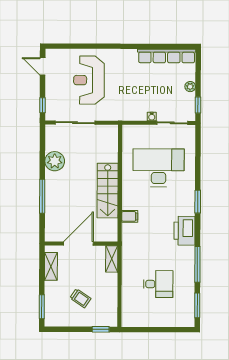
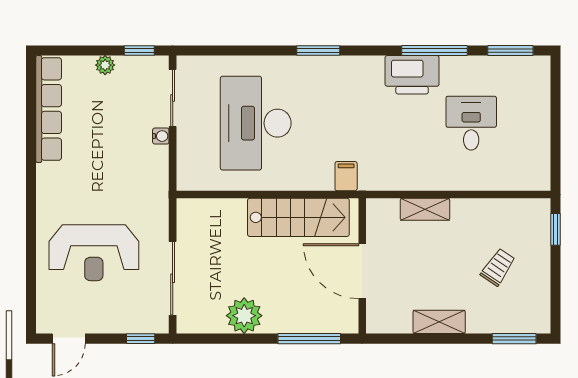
printer: (184, 231) -> (412, 75), moved
door: (78, 244) -> (362, 271), moved
wall: (81, 244) -> (362, 266), moved

